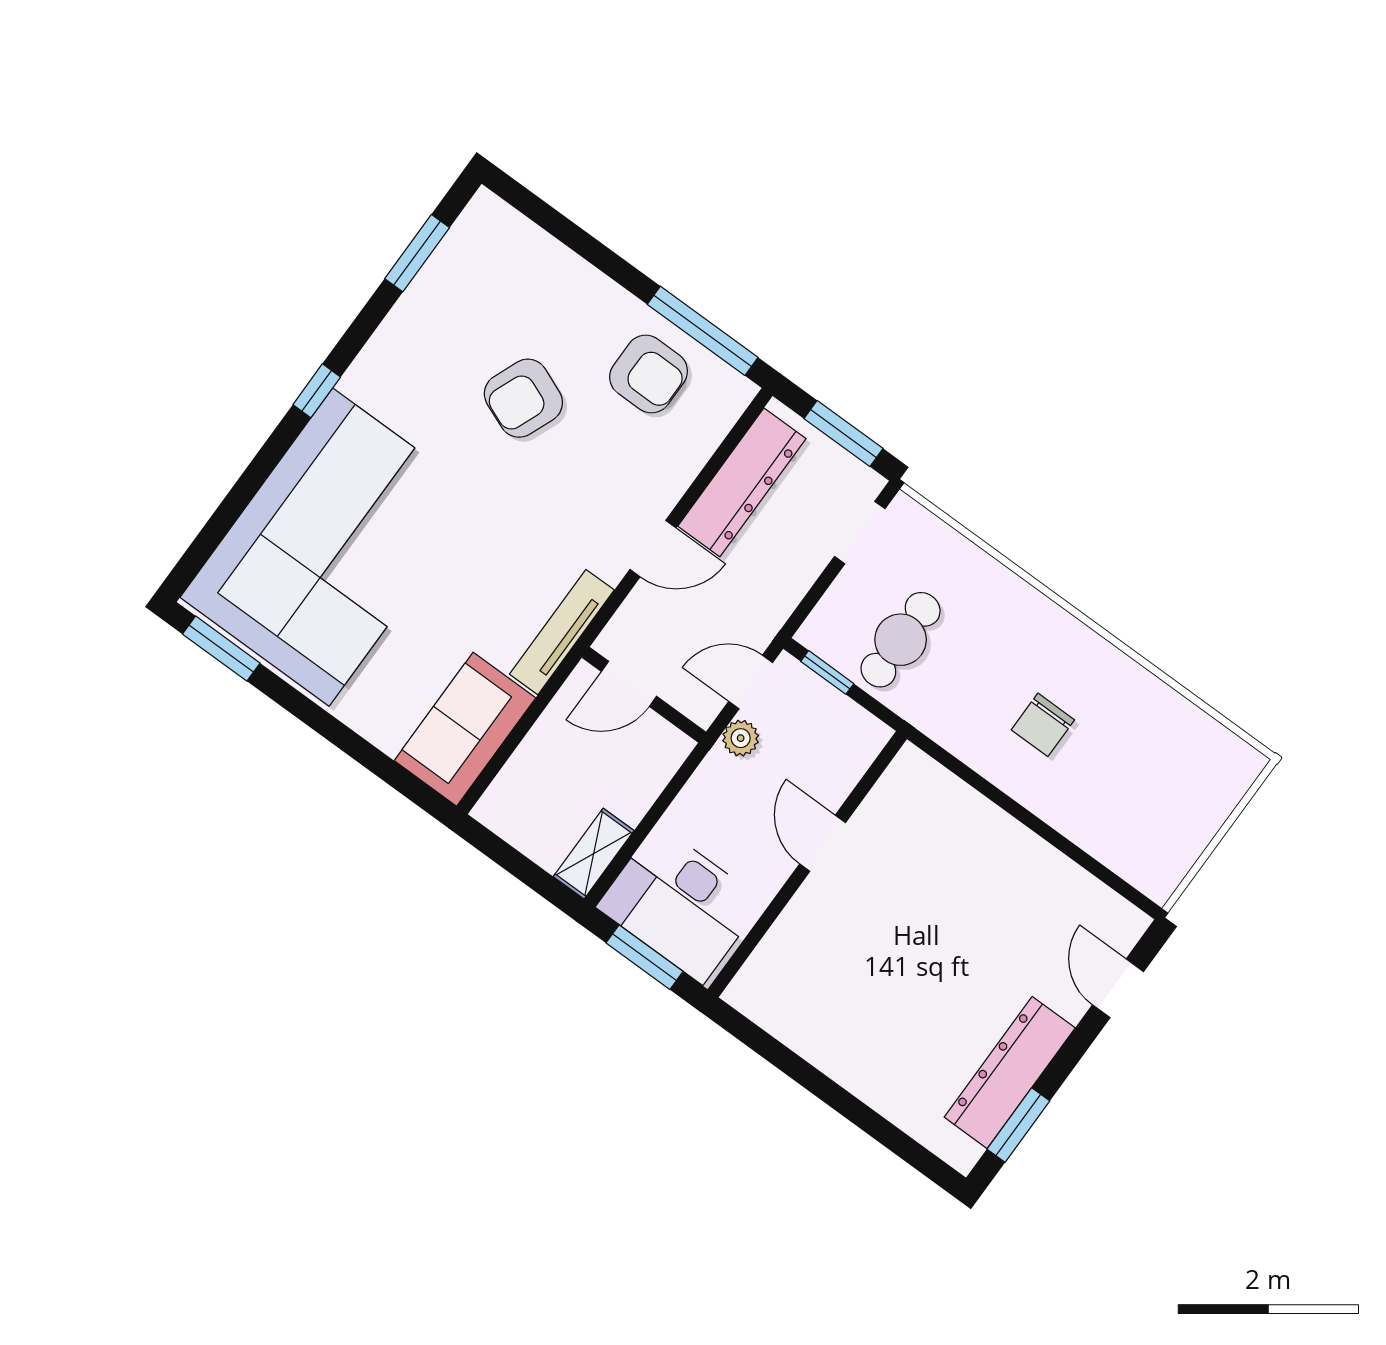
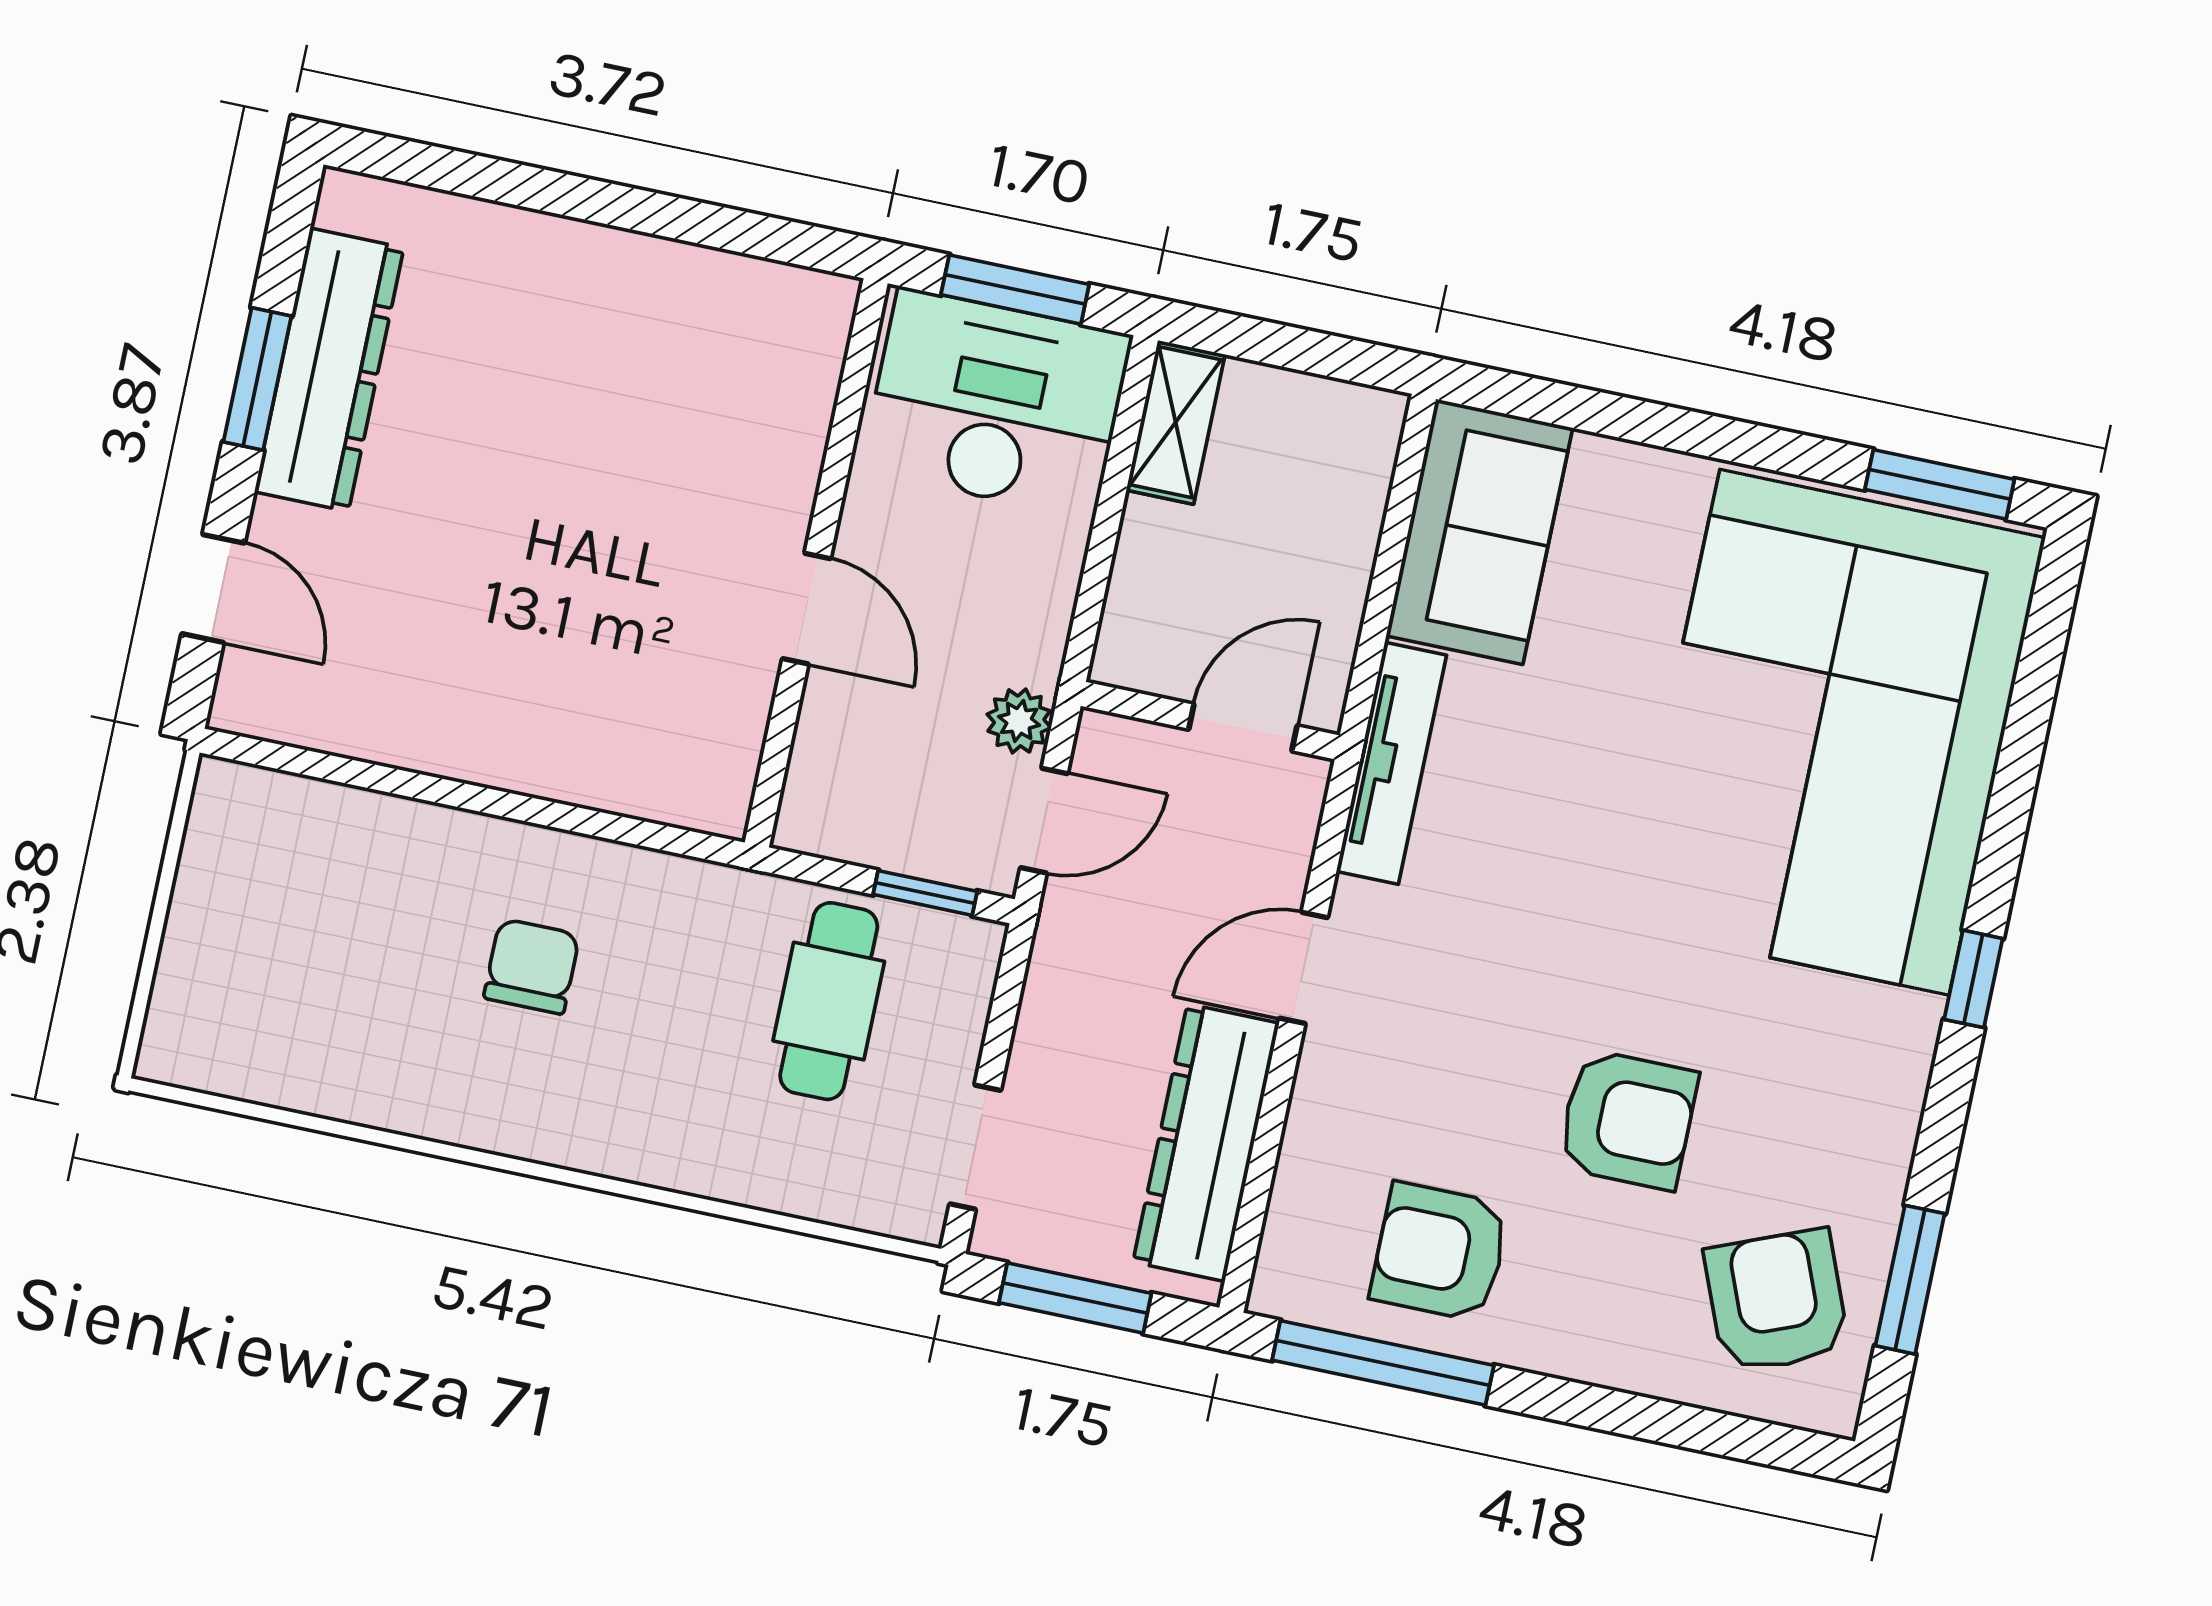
armchair: (489, 273) -> (1777, 1301), added
armchair: (523, 398) -> (1628, 1120), turned 68
window: (1018, 1125) -> (257, 379), moved

